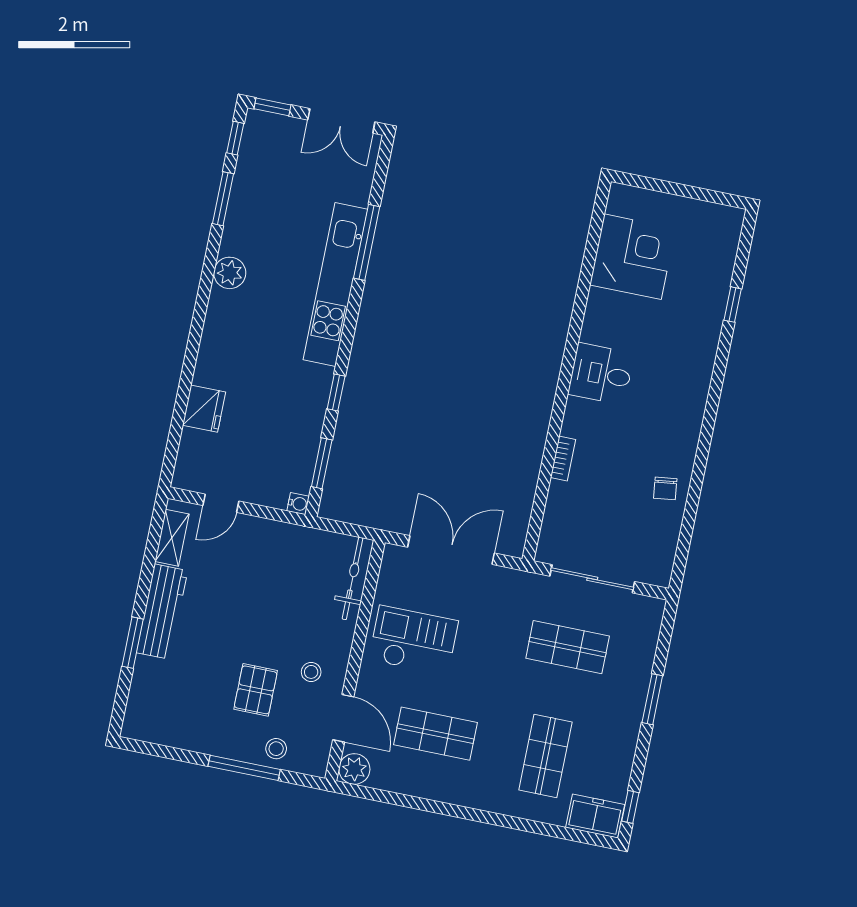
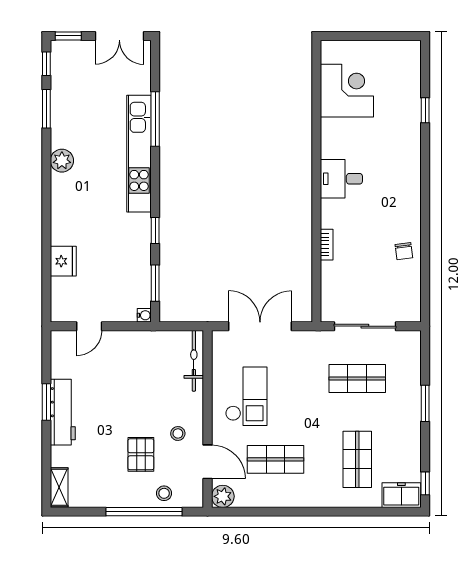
shelving: (172, 538) -> (59, 487), moved
checkout: (413, 640) -> (246, 396), turned 90
window: (133, 643) -> (46, 402), moved
window: (244, 768) -> (144, 512), width x1.46

